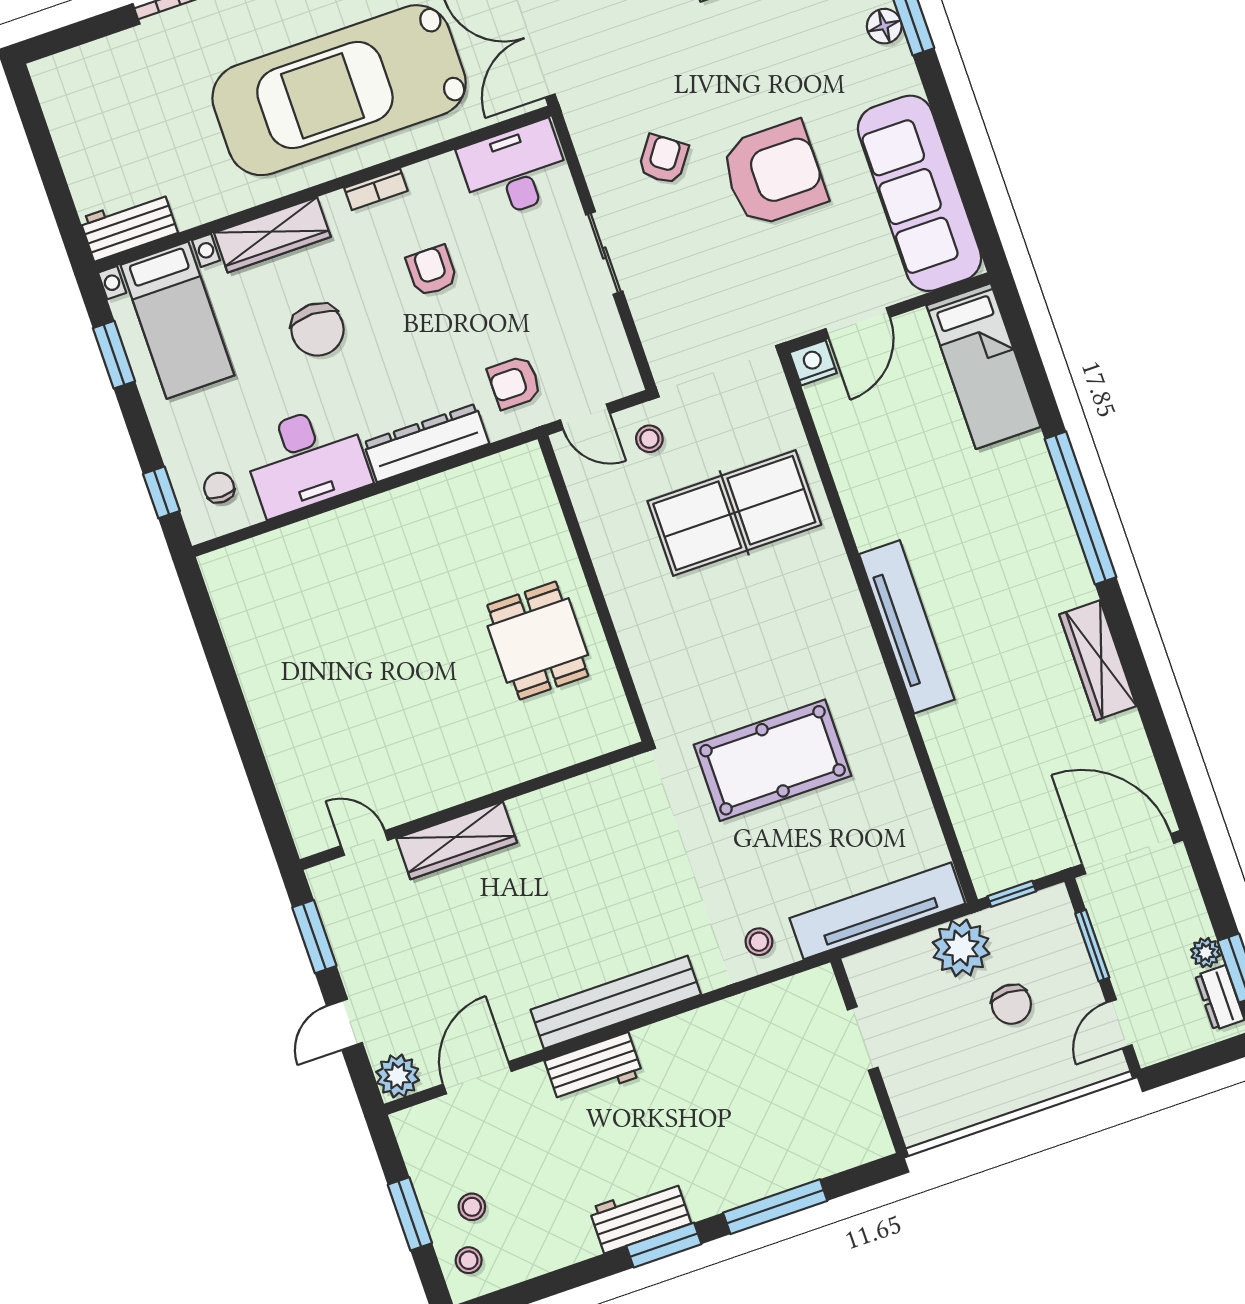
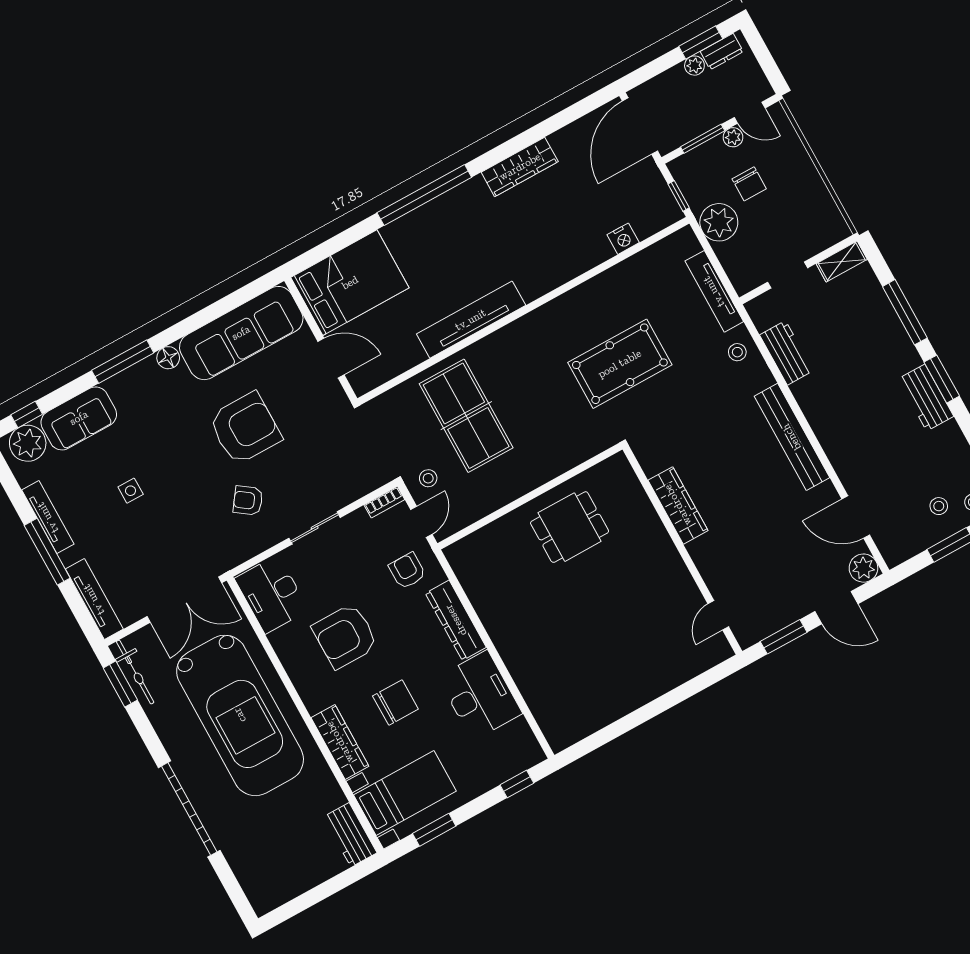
floor lamp: (884, 26) -> (168, 358), moved
armchair: (774, 174) -> (245, 428), turned 90
bookcase: (376, 189) -> (384, 502), moved, turned 90
armchair: (432, 271) -> (345, 636), width x1.88, depth x1.88
nightstand: (813, 363) -> (623, 239), moved, turned -90
bed: (983, 366) -> (350, 283), width x1.50
armchair: (514, 383) -> (407, 571), turned 180
chair: (219, 488) -> (507, 748), removed
tv unit: (907, 627) -> (471, 320), moved
pool table: (773, 760) -> (620, 364), turned 90
wardrobe: (457, 840) -> (678, 505), moved
tv unit: (877, 911) -> (714, 291), width x0.73, depth x0.78
plant: (1086, 992) -> (733, 137), added
chair: (1011, 1004) -> (749, 184), turned 90
door: (345, 1024) -> (836, 608), width x1.38
workbench: (594, 1068) -> (786, 353), moved
shelving: (869, 1124) -> (842, 262), added

